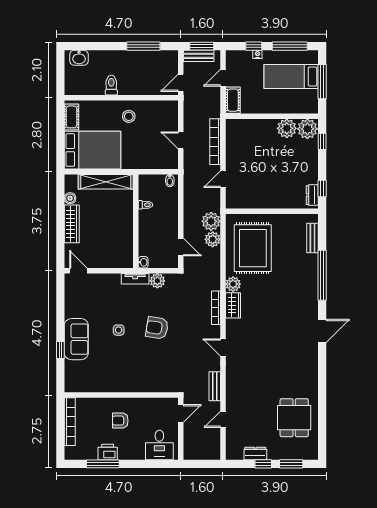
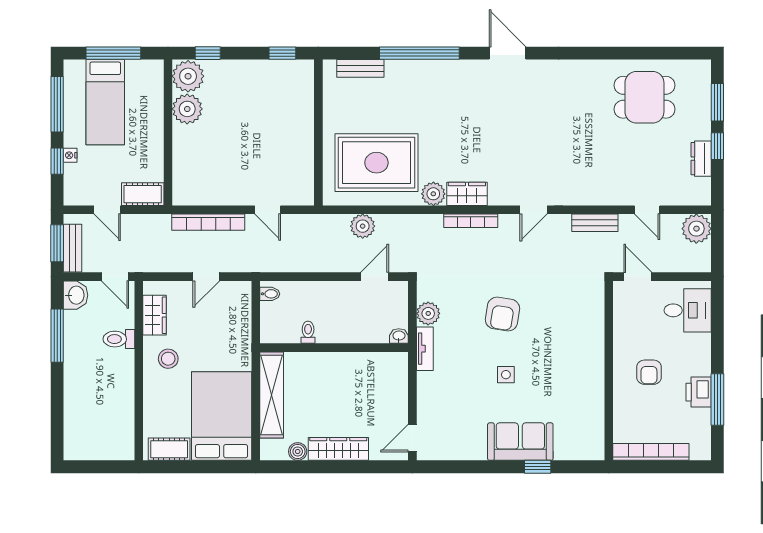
washbasin: (79, 58) -> (76, 295), moved
toilet: (111, 85) -> (119, 339), moved
wardrobe: (156, 108) -> (154, 315), added
dresser: (312, 195) -> (293, 69), removed
plant: (211, 221) -> (696, 229), moved

